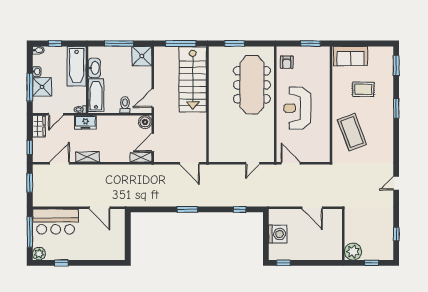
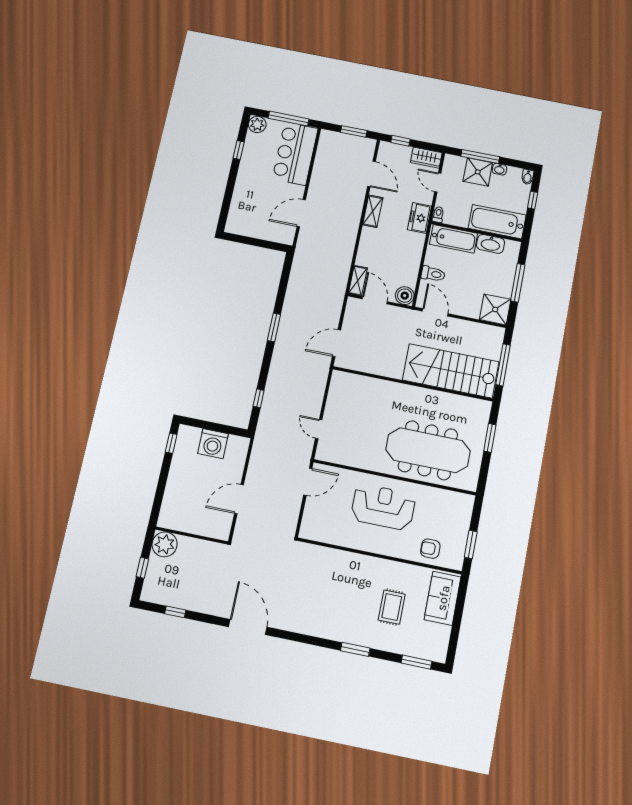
armchair: (287, 62) -> (430, 549), moved
coffee table: (352, 132) -> (334, 578), removed
door: (396, 183) -> (248, 627), width x1.88

